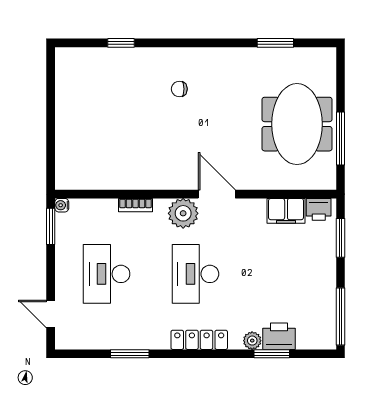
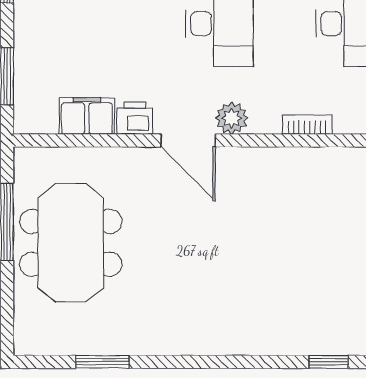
chair: (179, 89) -> (243, 294), removed
printer: (319, 209) -> (135, 118), moved
plant: (183, 213) -> (232, 118), width x0.73, depth x0.73

